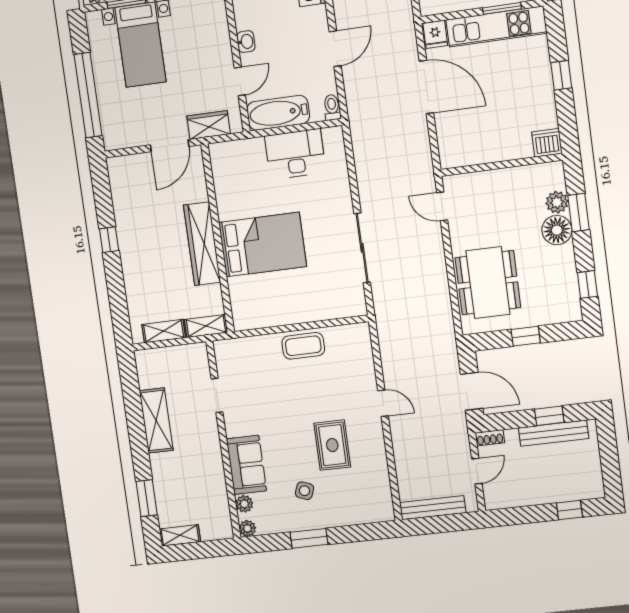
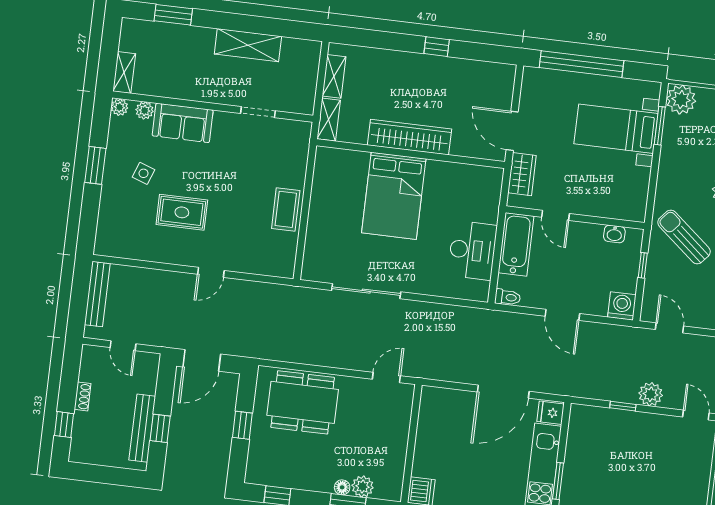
washbasin: (246, 42) -> (614, 234), moved
floor lamp: (557, 230) -> (342, 487), width x0.53, depth x0.53
shoe rack: (490, 438) -> (83, 396), moved, turned 180
shelving: (180, 535) -> (124, 72), moved

